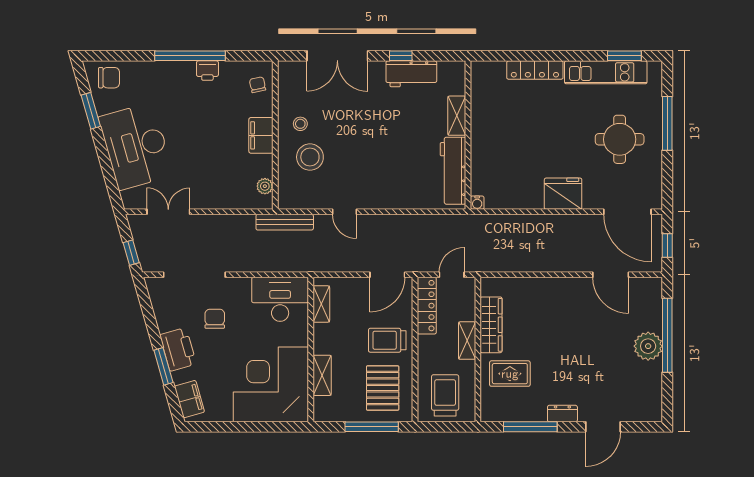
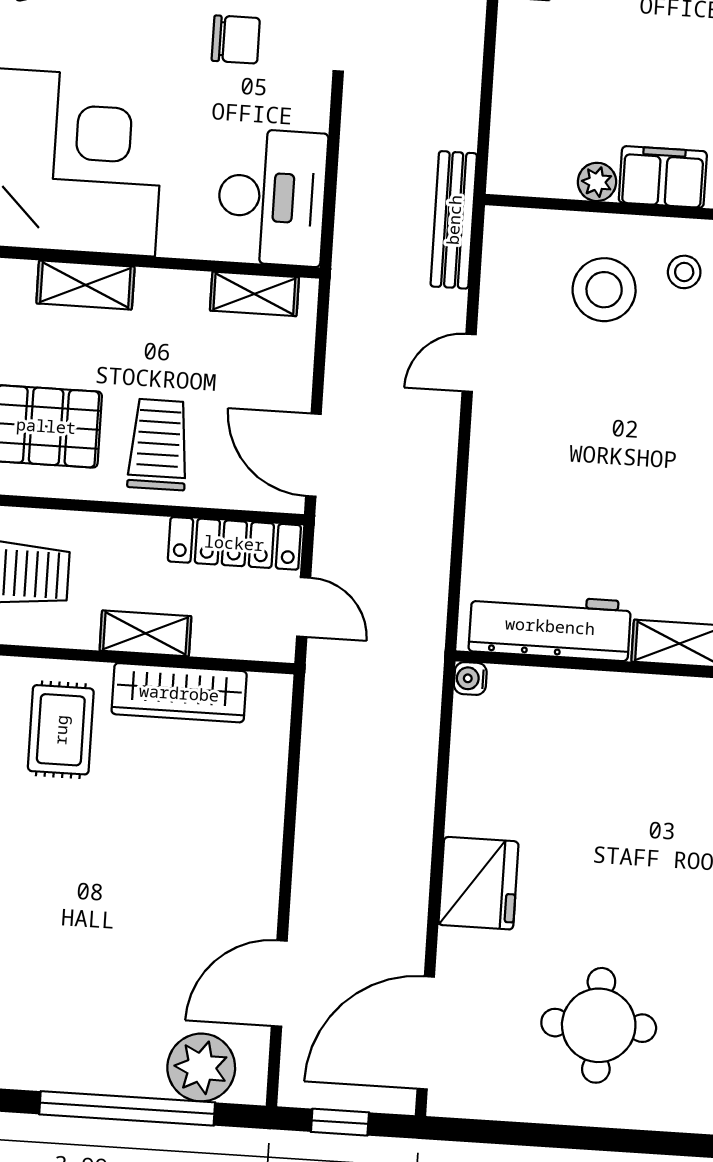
window: (667, 123) -> (629, 1141), removed
plant: (265, 186) -> (597, 182), moved
plant: (648, 346) -> (201, 1067), moved

